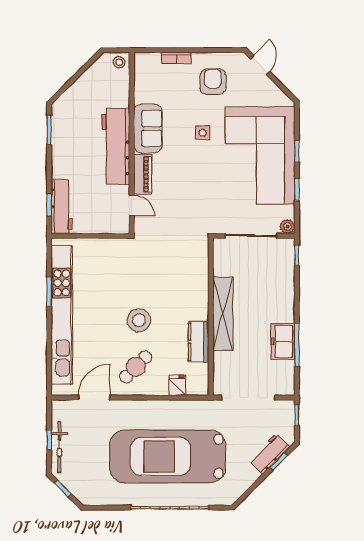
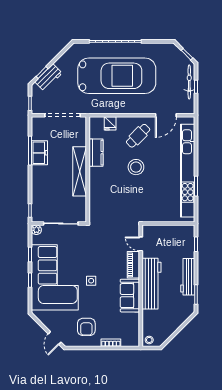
side table: (203, 133) -> (91, 281), moved
workbench: (61, 207) -> (188, 277), moved

